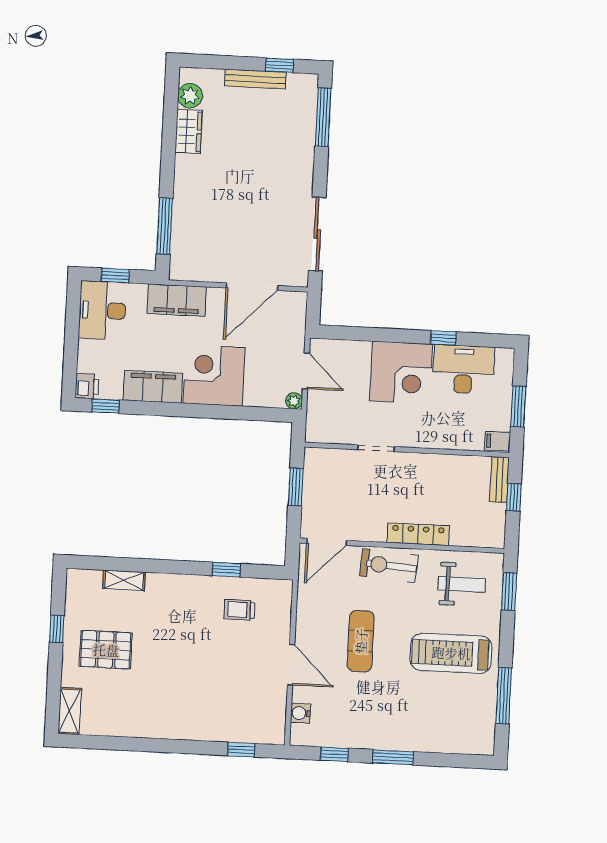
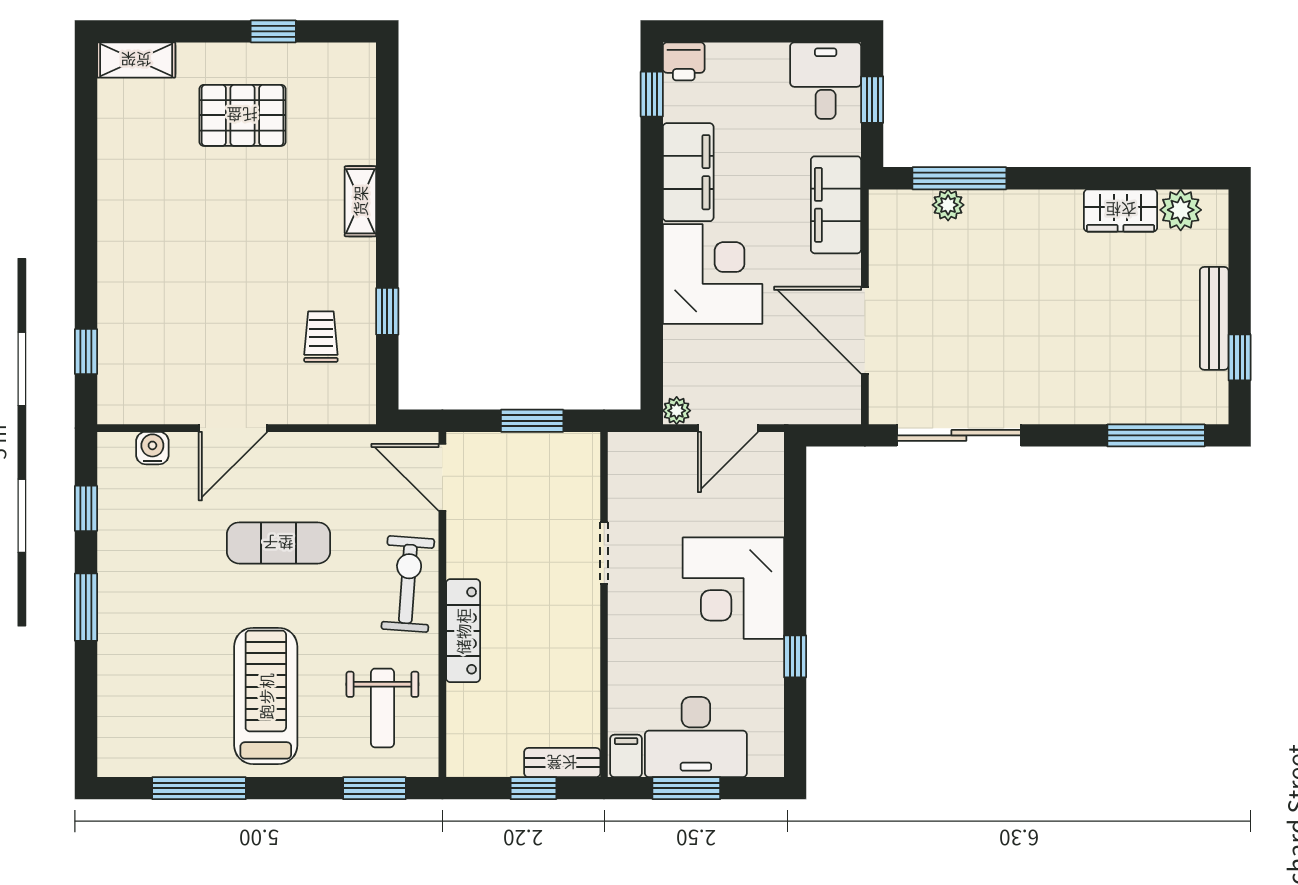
plant: (180, 234) -> (948, 205), added
desk: (102, 310) -> (826, 81), width x0.73
desk: (463, 369) -> (696, 737), moved, turned 90
shelving: (124, 580) -> (360, 201), moved
pallet: (106, 650) -> (242, 115), turned 90

